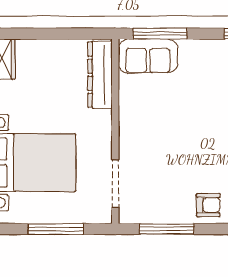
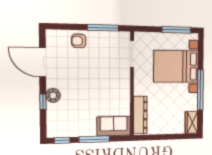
window: (160, 34) -> (94, 139), moved
window: (56, 229) -> (176, 30), moved

